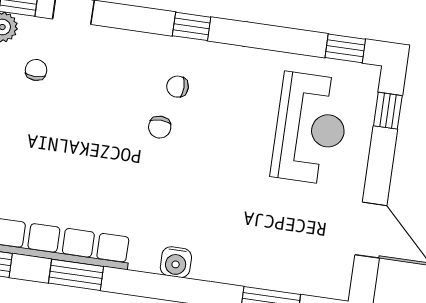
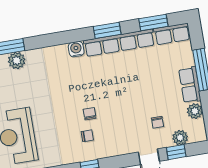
water cooler: (176, 262) -> (76, 49), moved
plant: (266, 272) -> (17, 61), added

